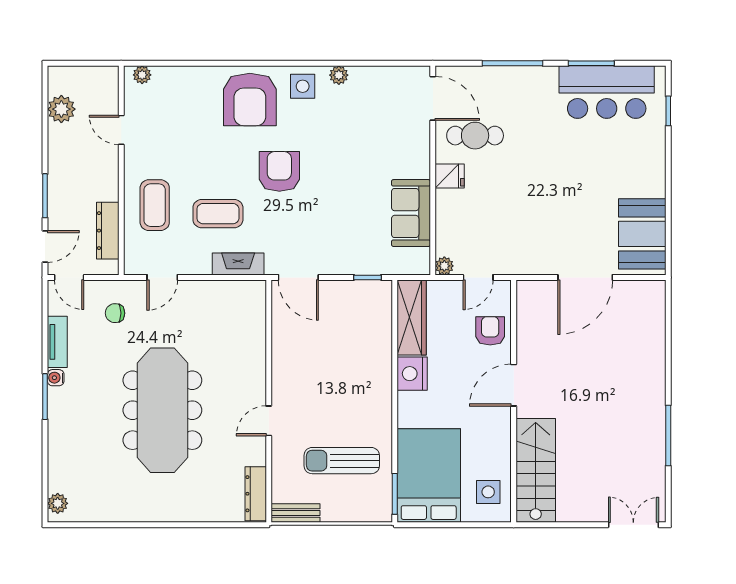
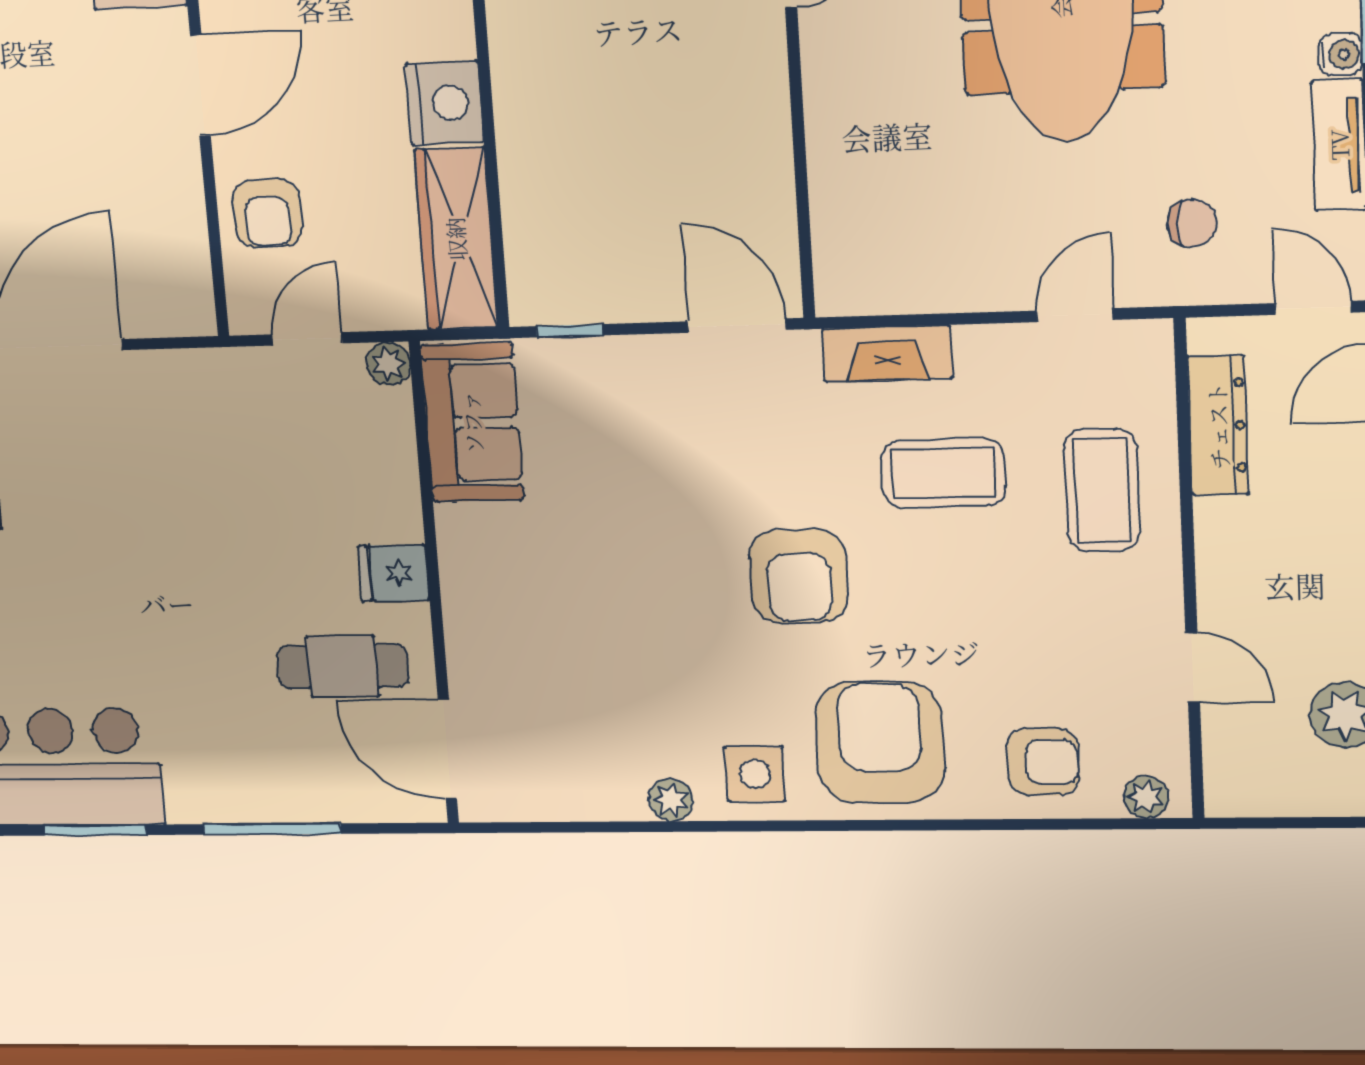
armchair: (183, 90) -> (1043, 762), added
sofa: (411, 213) -> (472, 422), moved

